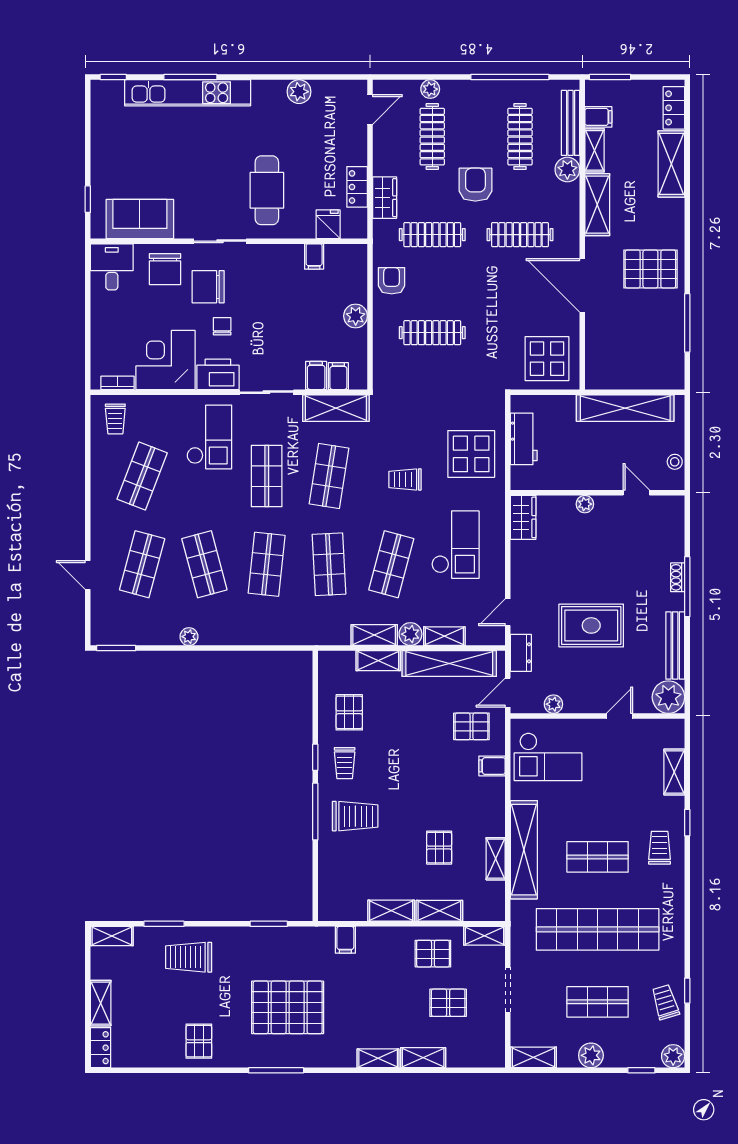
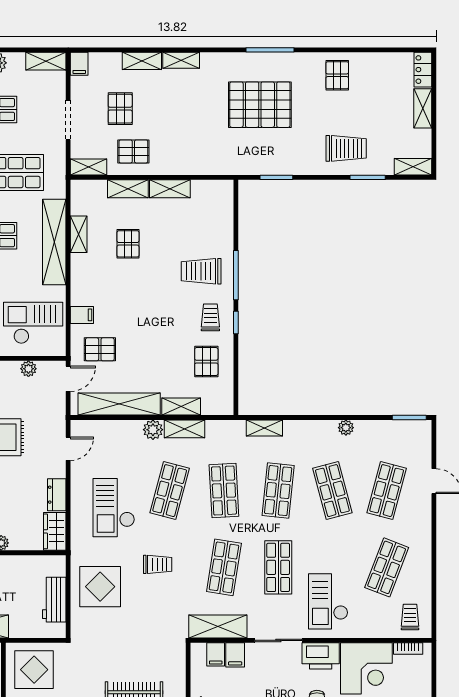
shelving: (444, 636) -> (264, 428), moved
dresser: (521, 653) -> (57, 495), moved
filing cabinet: (345, 940) -> (79, 64), moved, turned 180
pallet: (448, 1003) -> (120, 109), turned 90

